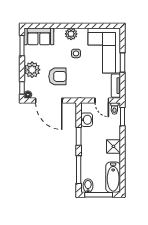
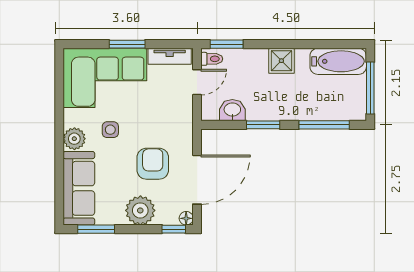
sofa: (39, 36) -> (79, 188), width x1.36
bidet: (88, 186) -> (354, 108), removed

